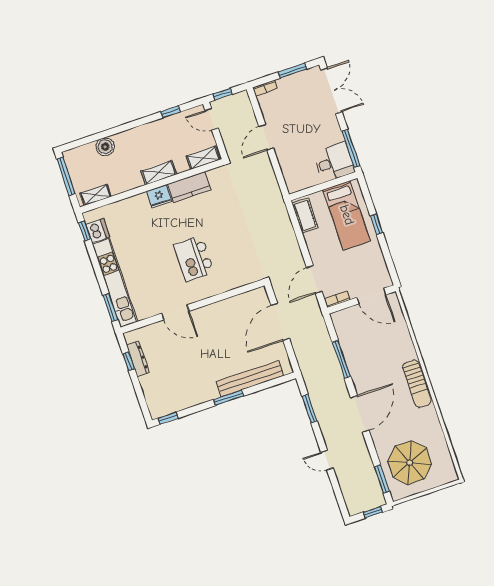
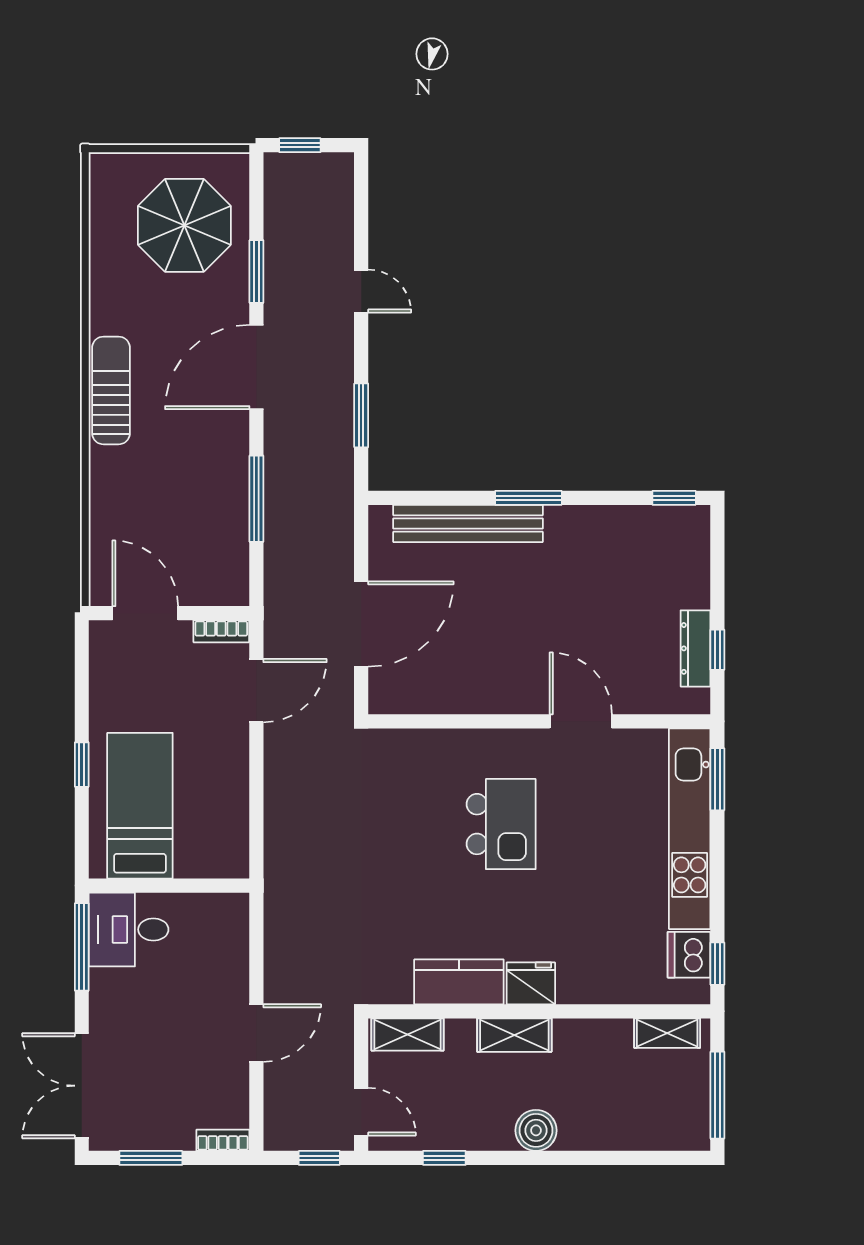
boiler: (105, 147) -> (536, 1130), moved
cot: (305, 215) -> (230, 836), removed
window: (382, 479) -> (256, 272), moved

